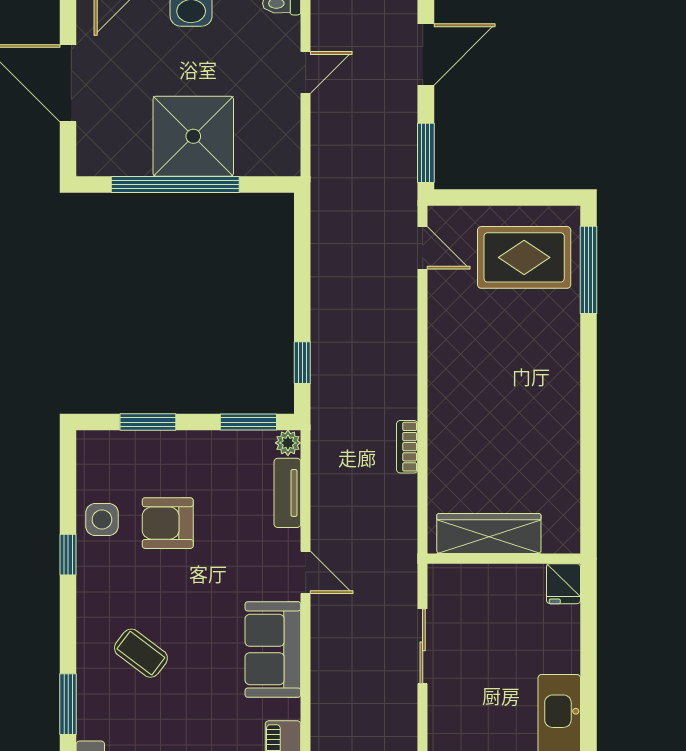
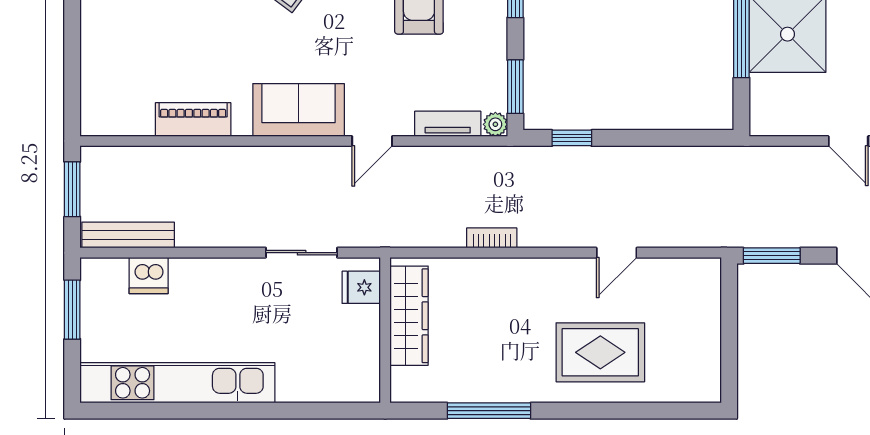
door: (423, 248) -> (617, 253), moved
rug: (524, 257) -> (600, 352), moved, turned 90
window: (589, 270) -> (489, 411), moved
fridge: (563, 584) -> (361, 287), moved

